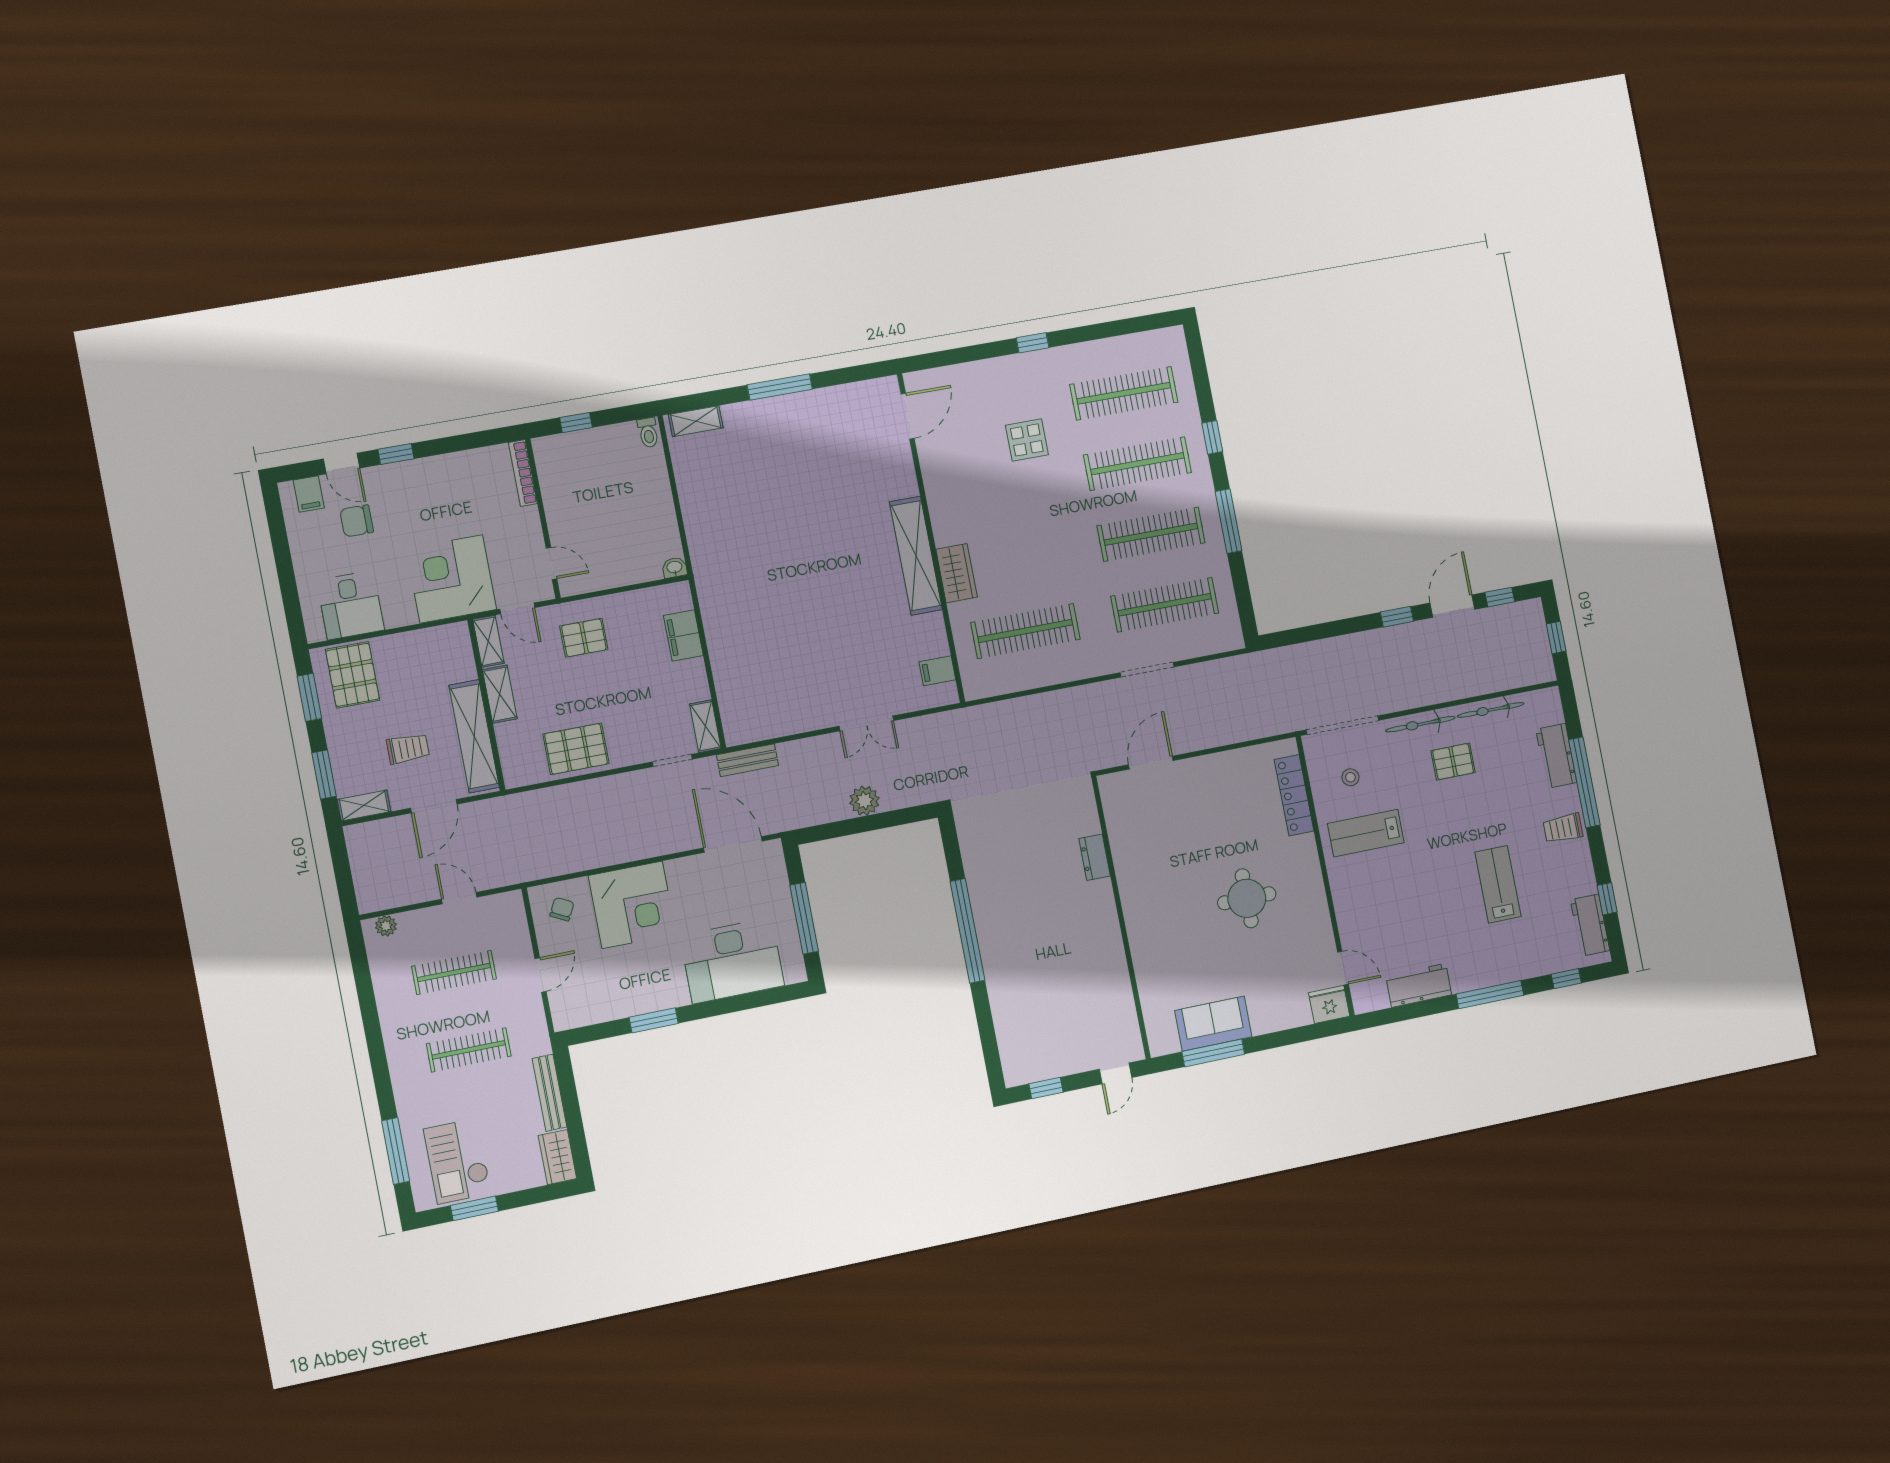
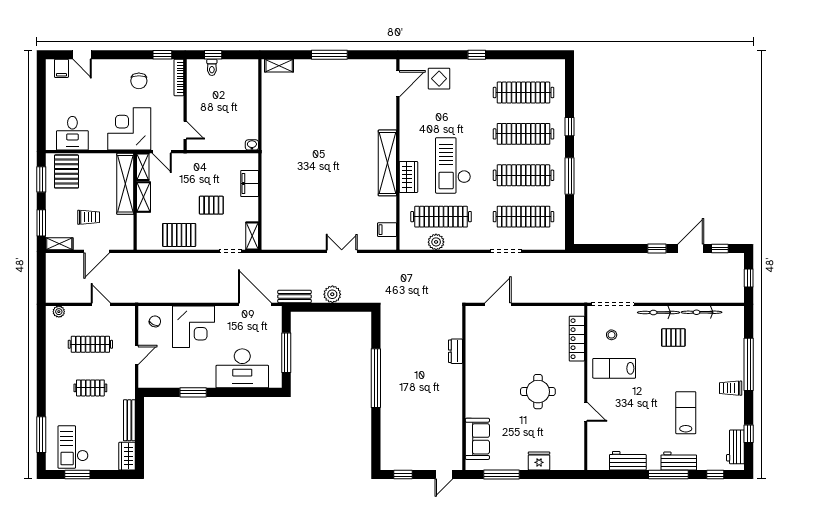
toilet: (648, 433) -> (212, 67), moved
display table: (1027, 440) -> (439, 79), moved
window: (396, 454) -> (162, 55), moved
chair: (357, 521) -> (139, 81), moved, turned -90
checkout: (1029, 539) -> (453, 165), added
pallet: (584, 638) -> (211, 205), moved
plant: (1025, 676) -> (436, 242), added
double door: (866, 723) -> (342, 251), swing flipped
shelving: (474, 736) -> (125, 184), moved
workbench: (1556, 756) -> (679, 461), moved, turned 90
bench: (747, 760) -> (294, 296), moved
door: (1343, 968) -> (586, 412), moved
fridge: (1329, 1004) -> (539, 461), moved
sofa: (1213, 1024) -> (477, 439), moved, turned 90
clothes rail: (469, 1050) -> (90, 388), width x0.73

